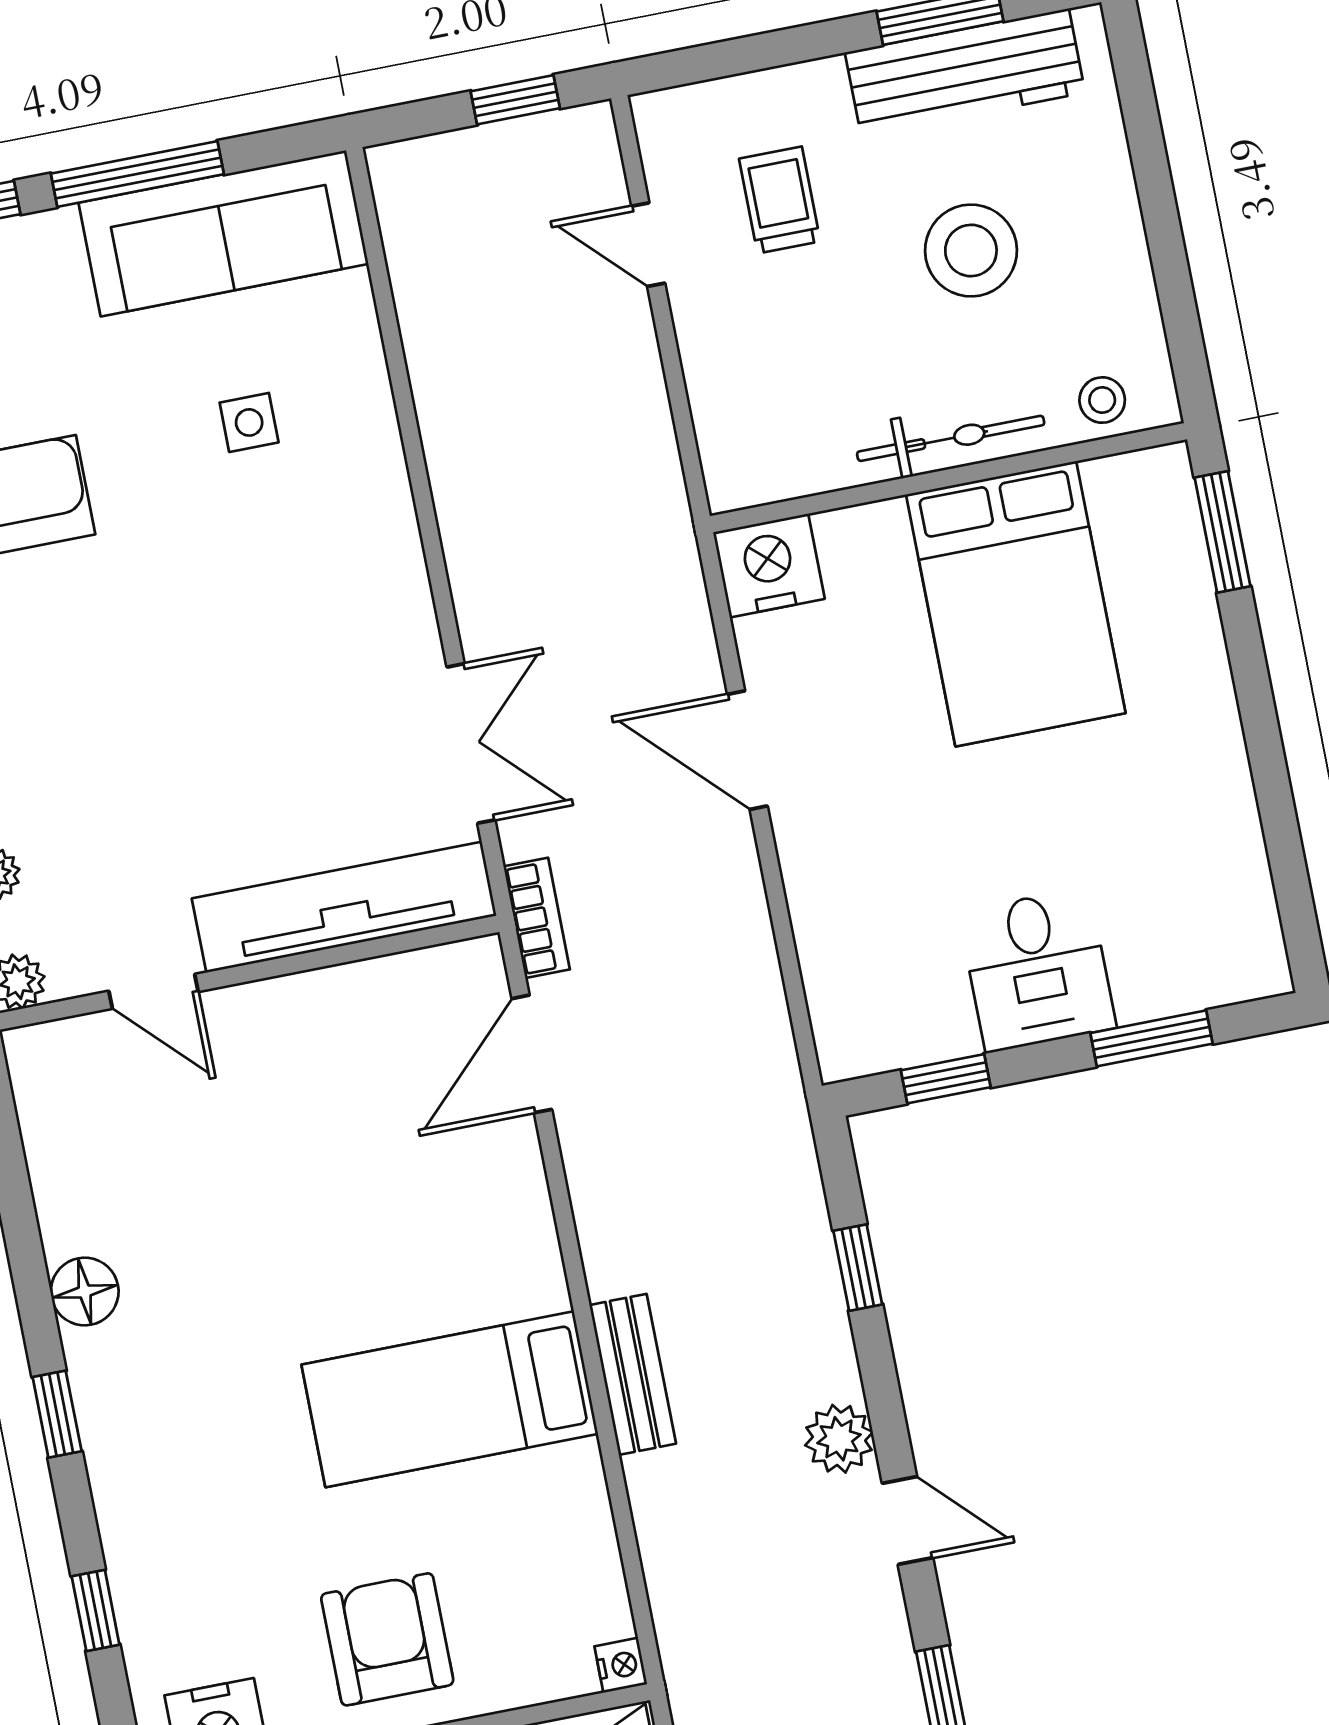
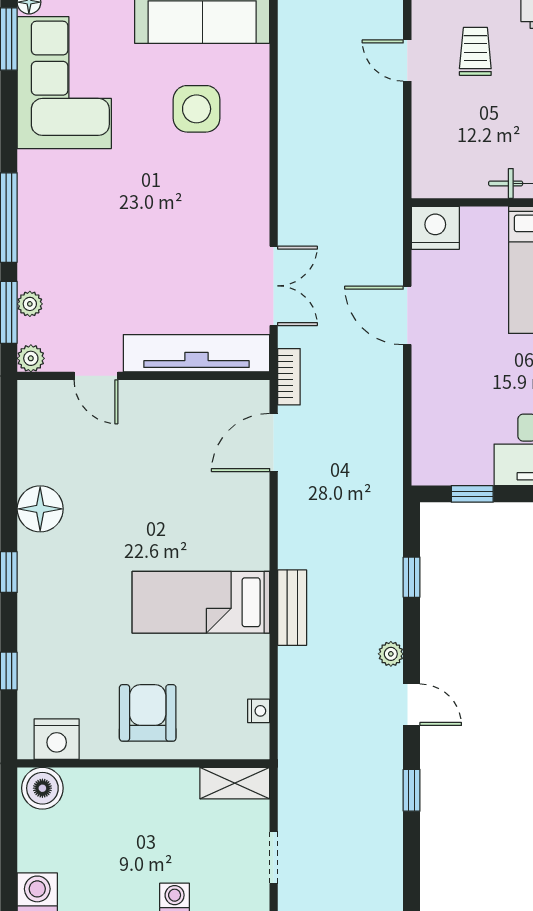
side table: (249, 422) -> (197, 109), width x1.87, depth x1.87
floor lamp: (85, 1291) -> (40, 509), width x1.38, depth x1.38
plant: (839, 1439) -> (391, 654), width x0.73, depth x0.73
nightstand: (621, 1665) -> (259, 711), moved

